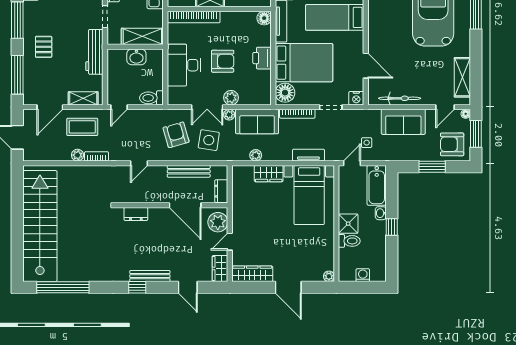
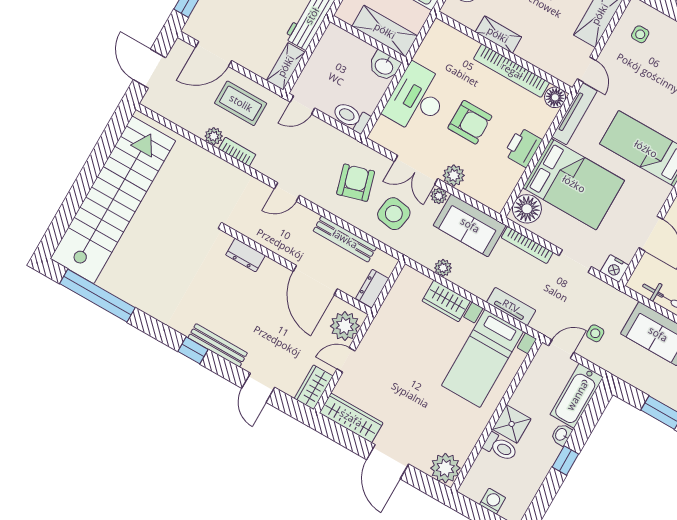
bookcase: (194, 17) -> (512, 71), moved
washbasin: (136, 57) -> (384, 66), moved
shelving: (83, 98) -> (286, 66), moved, turned 90
plant: (329, 276) -> (445, 468), width x1.87, depth x1.87

